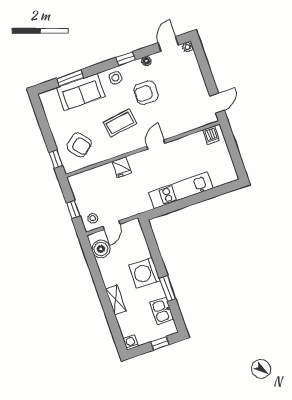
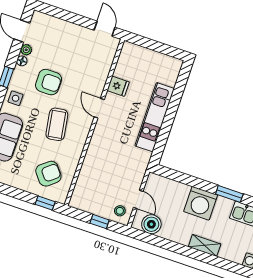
plant: (188, 47) -> (26, 50), moved
armchair: (146, 93) -> (49, 82), turned -90
dishwasher: (211, 135) -> (128, 55), removed
fridge: (122, 167) -> (118, 86), moved

